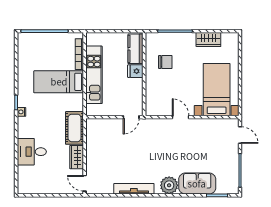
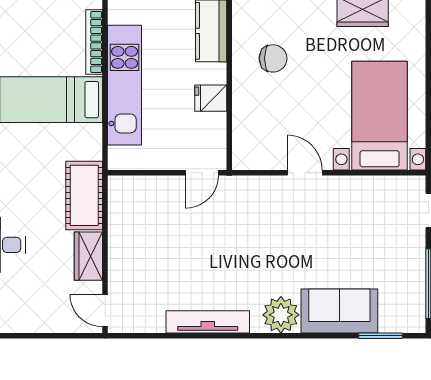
fridge: (135, 71) -> (211, 98), moved

